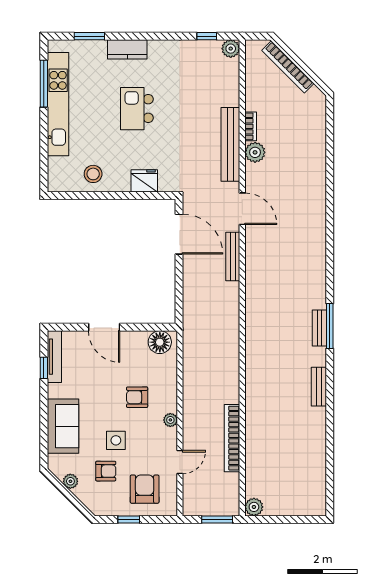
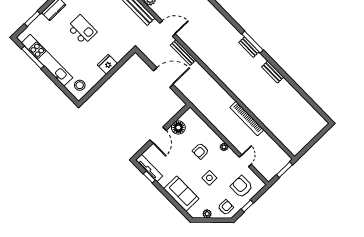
kitchen island: (137, 109) -> (82, 30), turned 180
stool: (93, 174) -> (80, 85), moved
fridge: (144, 181) -> (107, 64), moved
door: (179, 234) -> (163, 78), moved
door: (104, 327) -> (158, 135), hinge flipped
floor lamp: (160, 342) -> (178, 128), moved
bookcase: (232, 438) -> (247, 119), moved
armchair: (106, 471) -> (226, 207), moved
plant: (254, 507) -> (295, 149), removed

